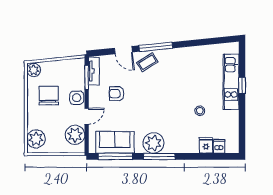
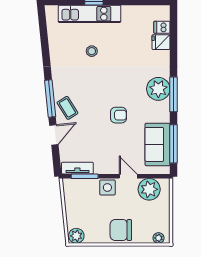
armchair: (117, 94) -> (118, 115), moved, turned -90
chair: (49, 96) -> (121, 230), moved
stool: (200, 111) -> (92, 51), moved
plant: (36, 139) -> (159, 238), width x0.53, depth x0.53
plant: (153, 143) -> (158, 89), moved

